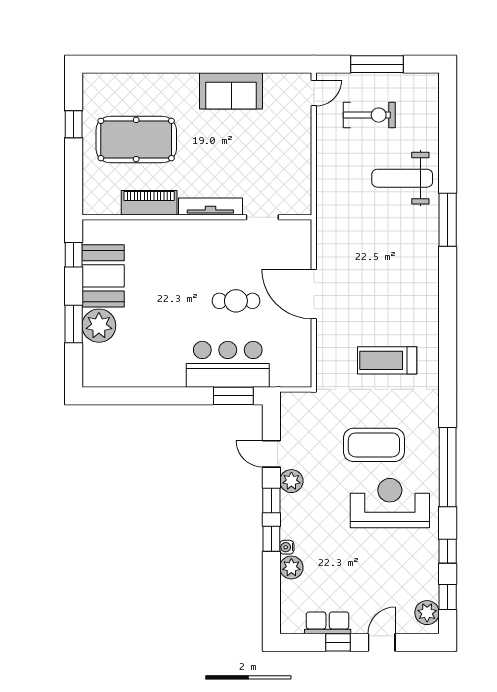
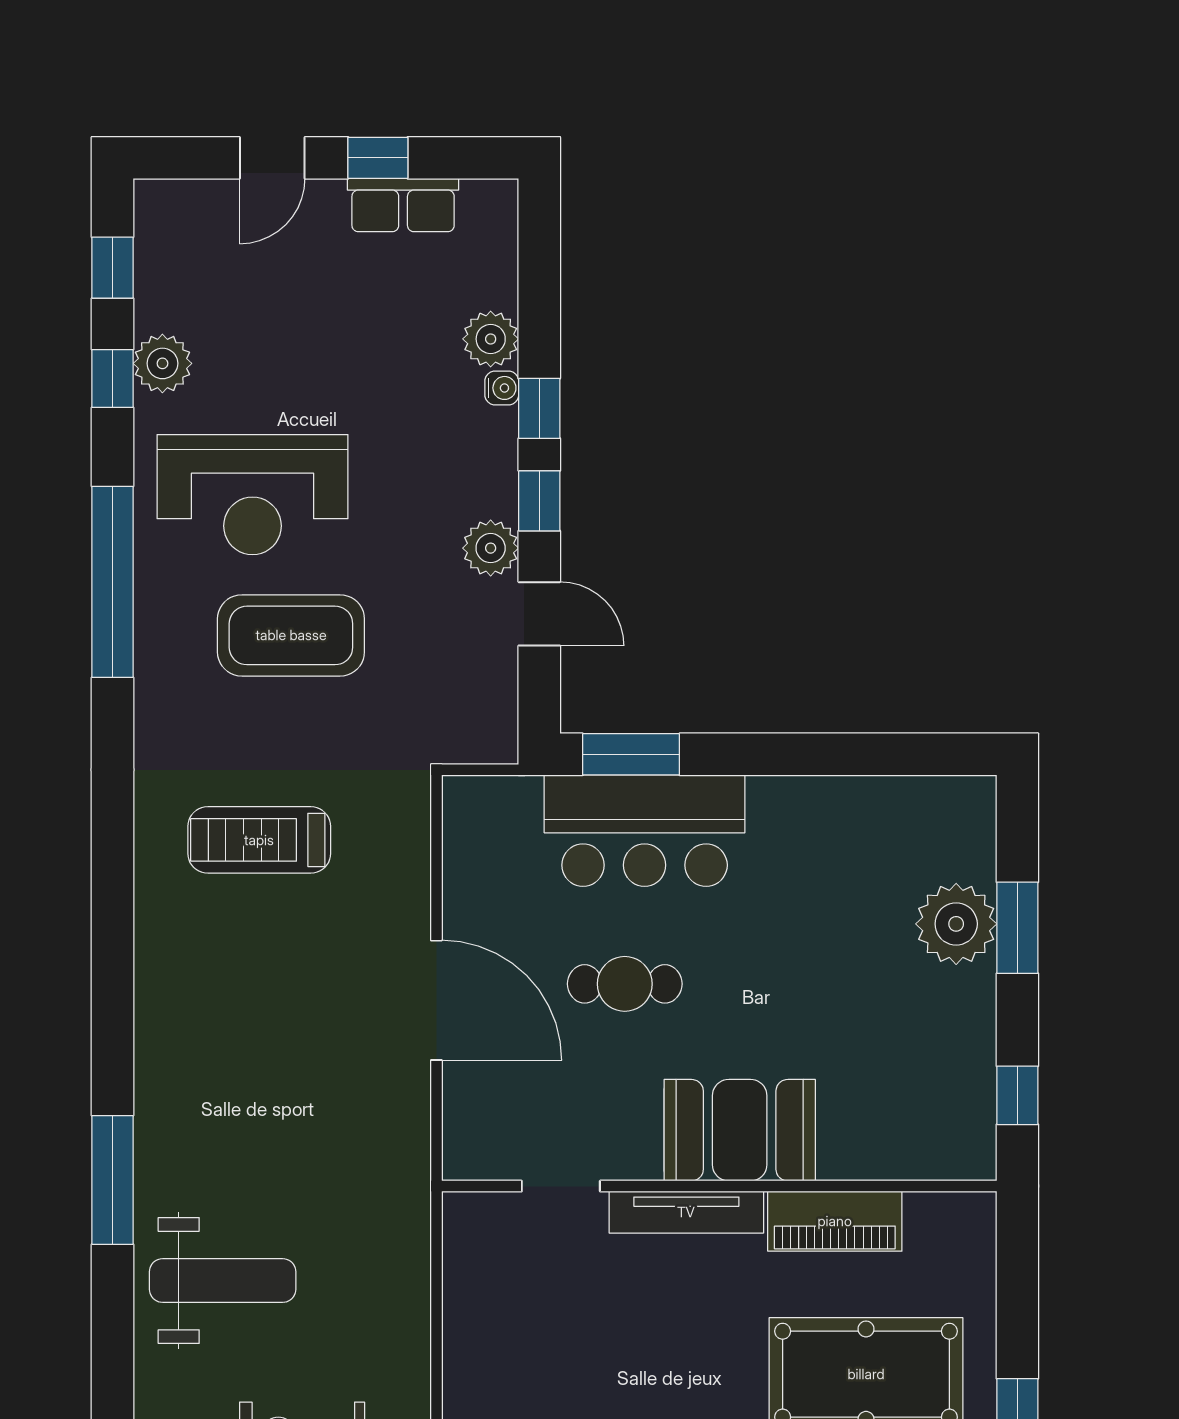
booth: (103, 276) -> (740, 1130), moved, turned 90
treadmill: (387, 360) -> (259, 840), turned 180
plant: (427, 613) -> (162, 363), moved

